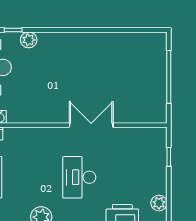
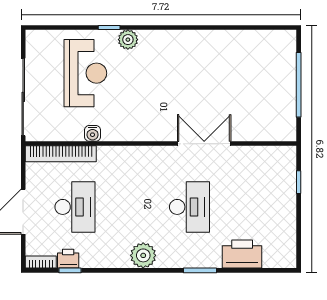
desk: (79, 177) -> (190, 207), turned 180
plant: (159, 203) -> (287, 238), removed

